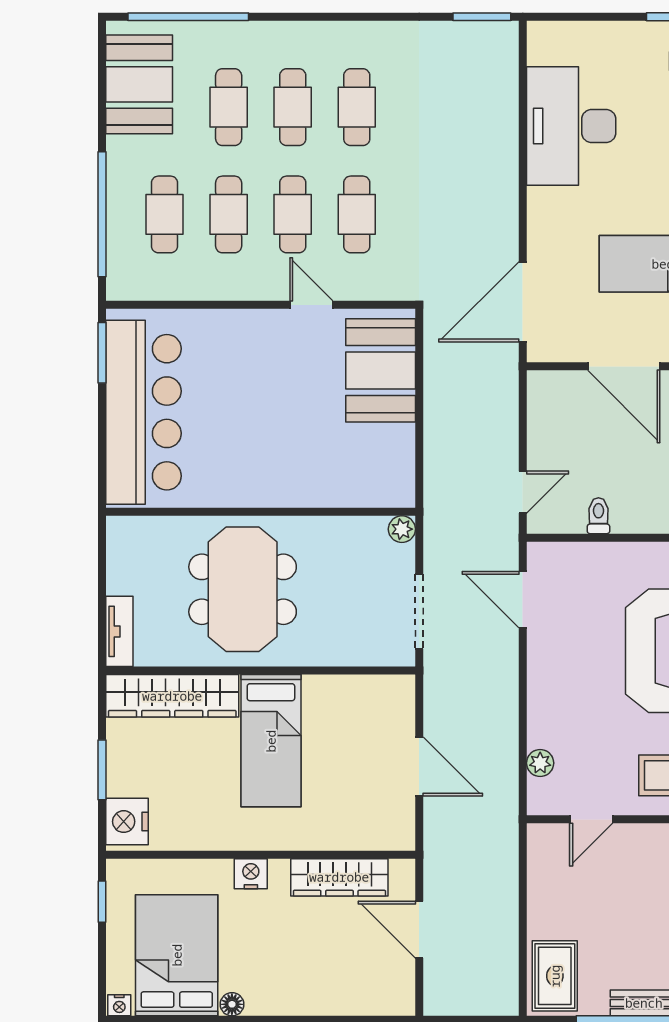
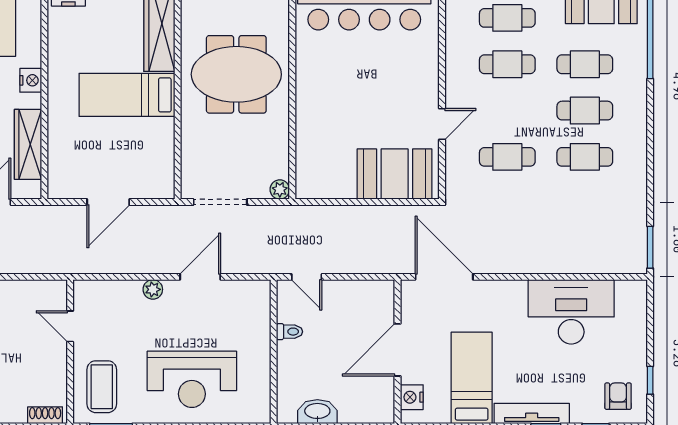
cafe table: (293, 214) -> (507, 111), removed
door: (523, 600) -> (200, 277), moved
plant: (540, 763) -> (153, 289), moved

